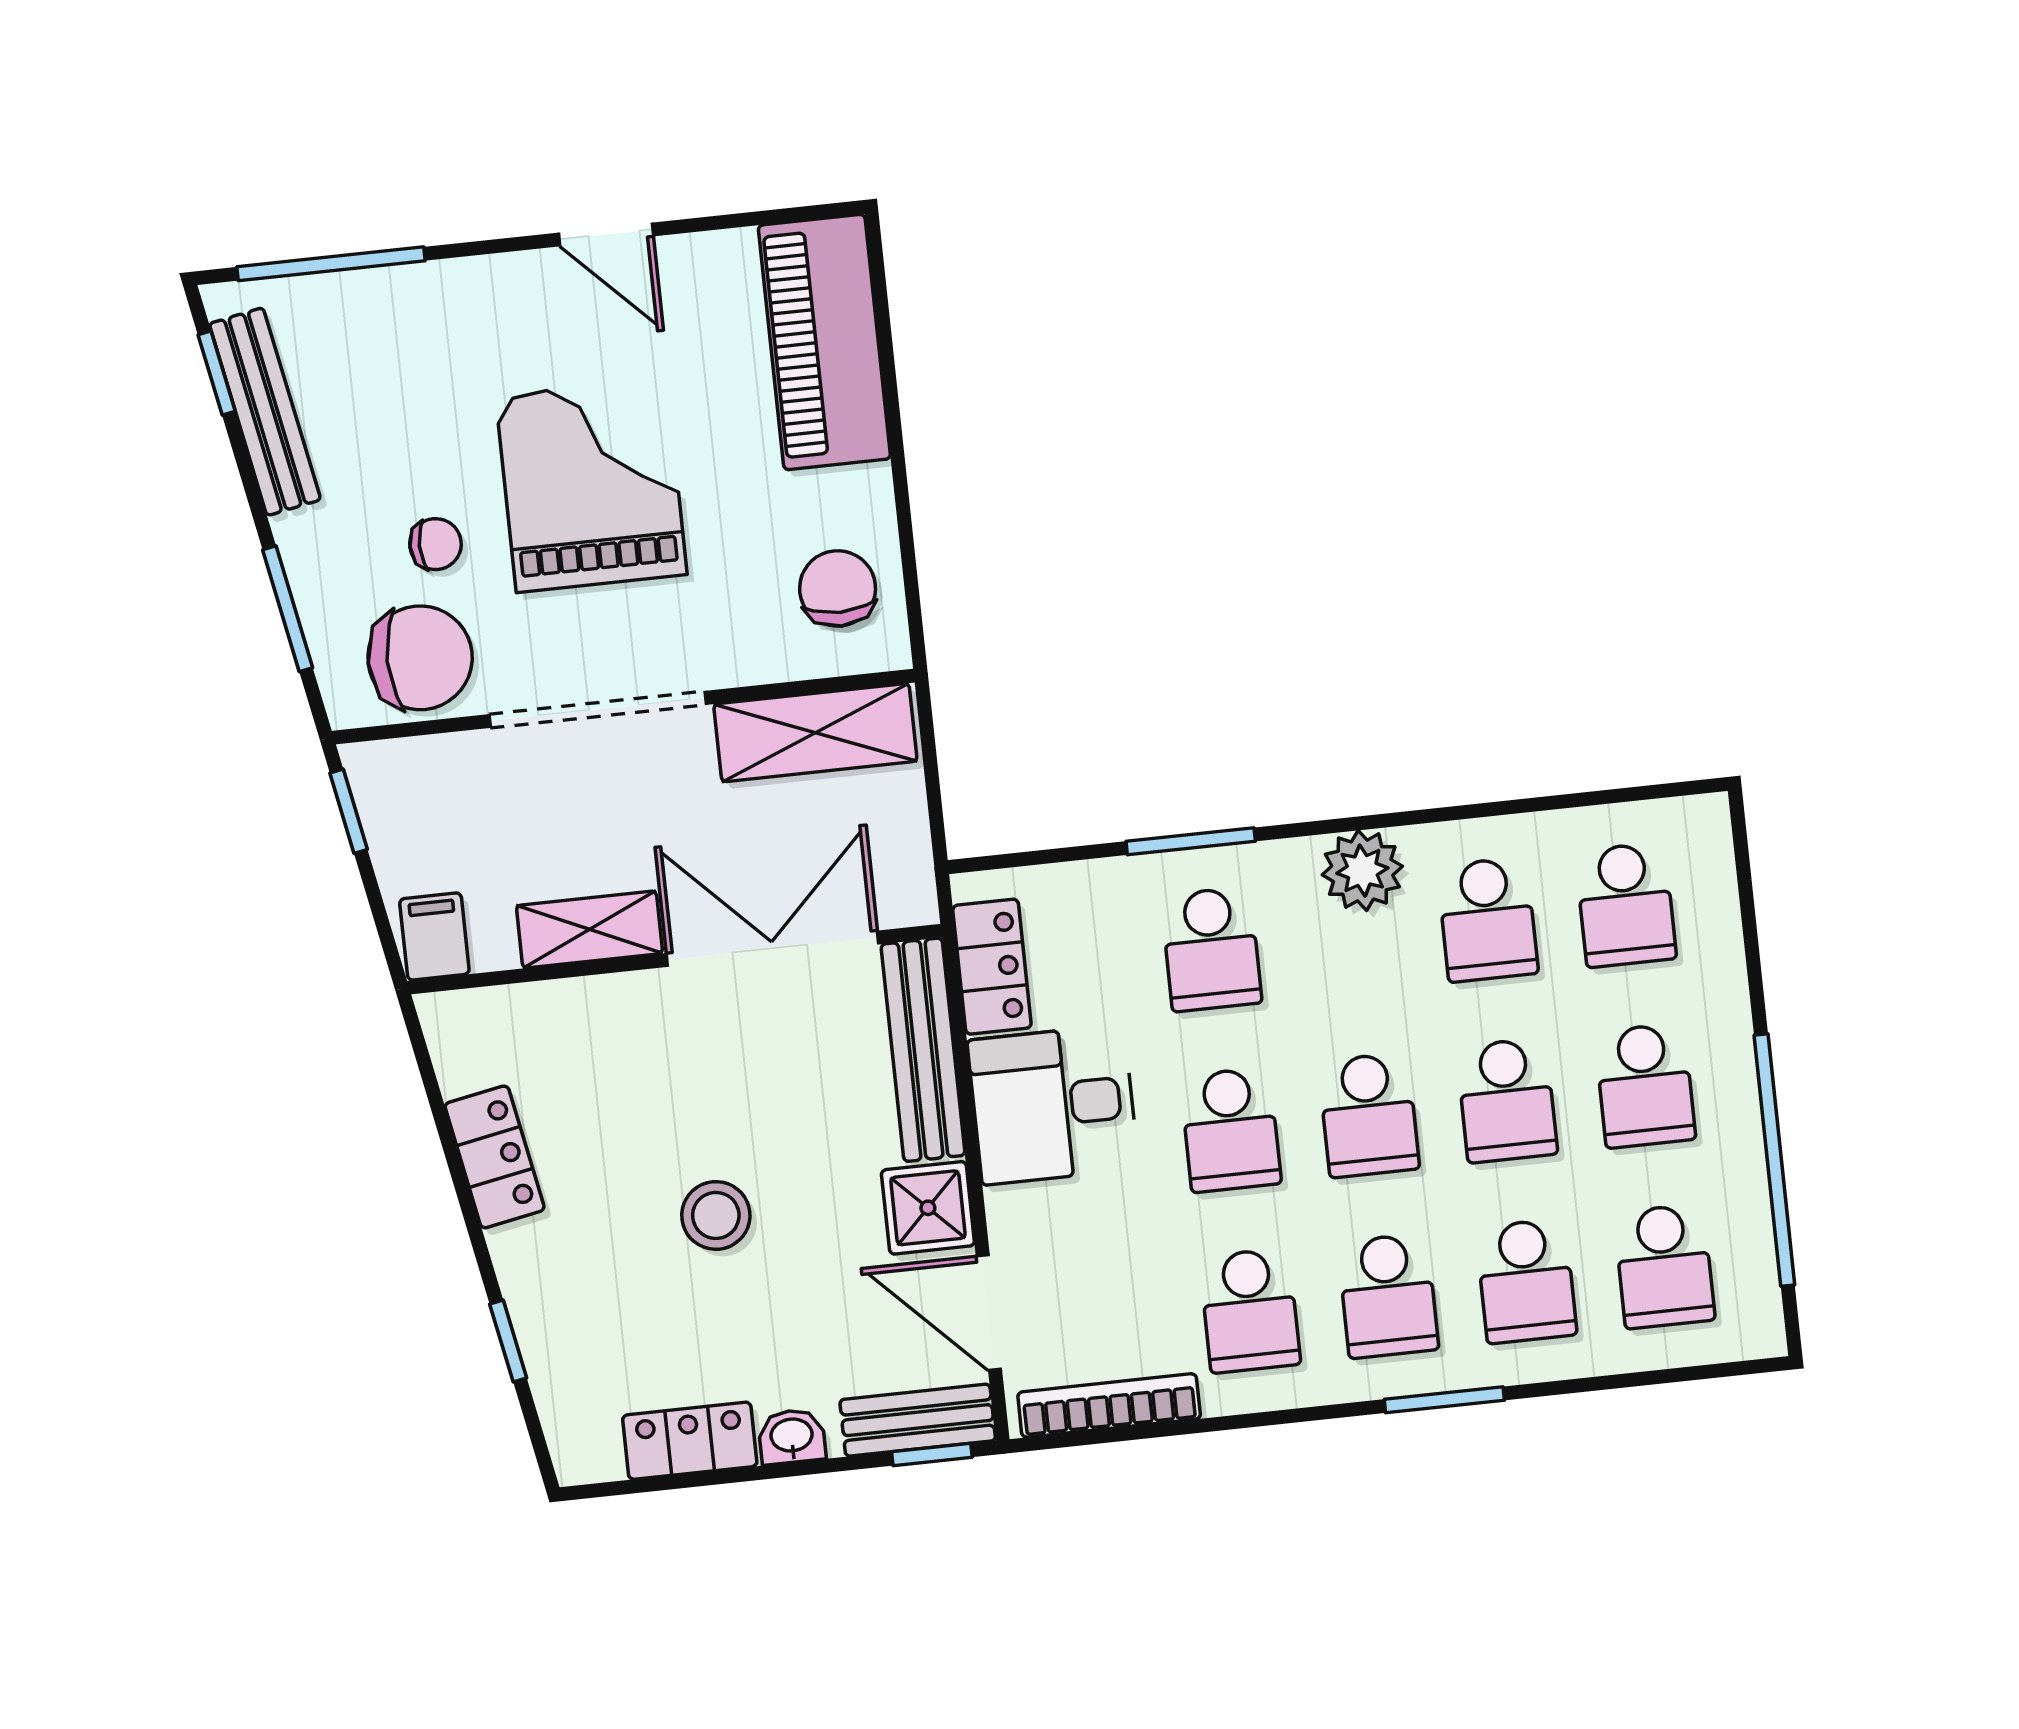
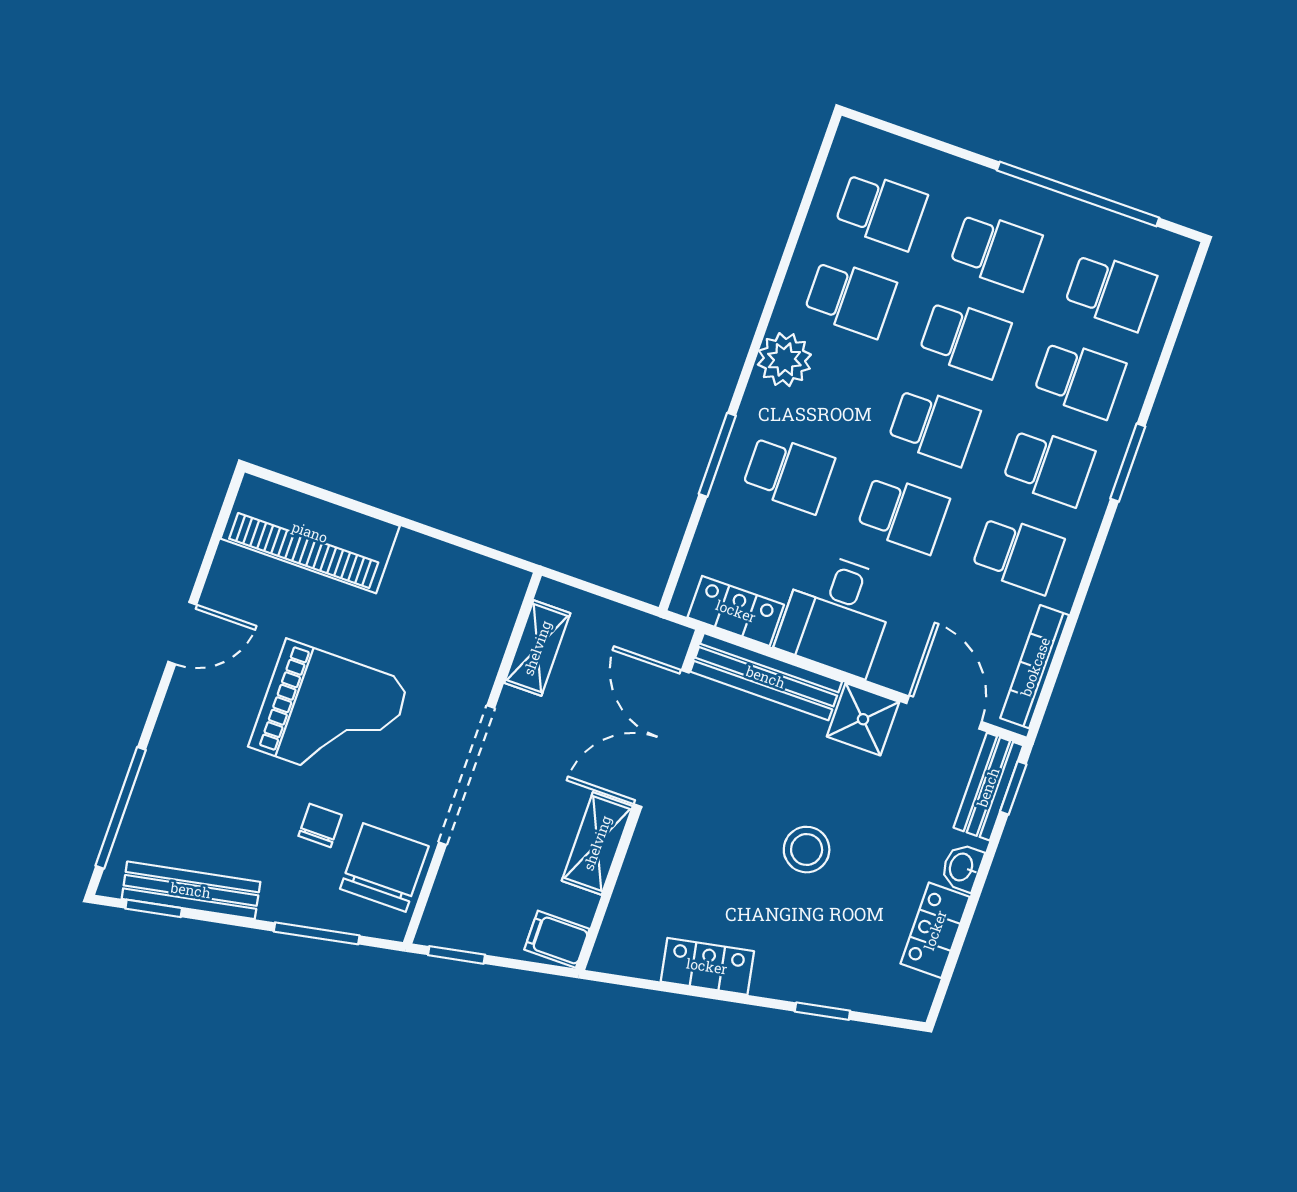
grand piano: (591, 485) -> (330, 714), turned 180
chair: (838, 588) -> (463, 595), removed
shelving: (815, 733) -> (537, 648), width x0.67, depth x0.75
door: (989, 1313) -> (944, 713), swing flipped

